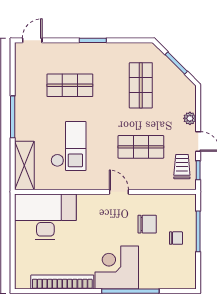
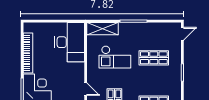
door: (32, 40) -> (182, 34), hinge flipped
shop shelf: (70, 85) -> (154, 58), turned 90
door: (119, 192) -> (86, 89), hinge flipped

